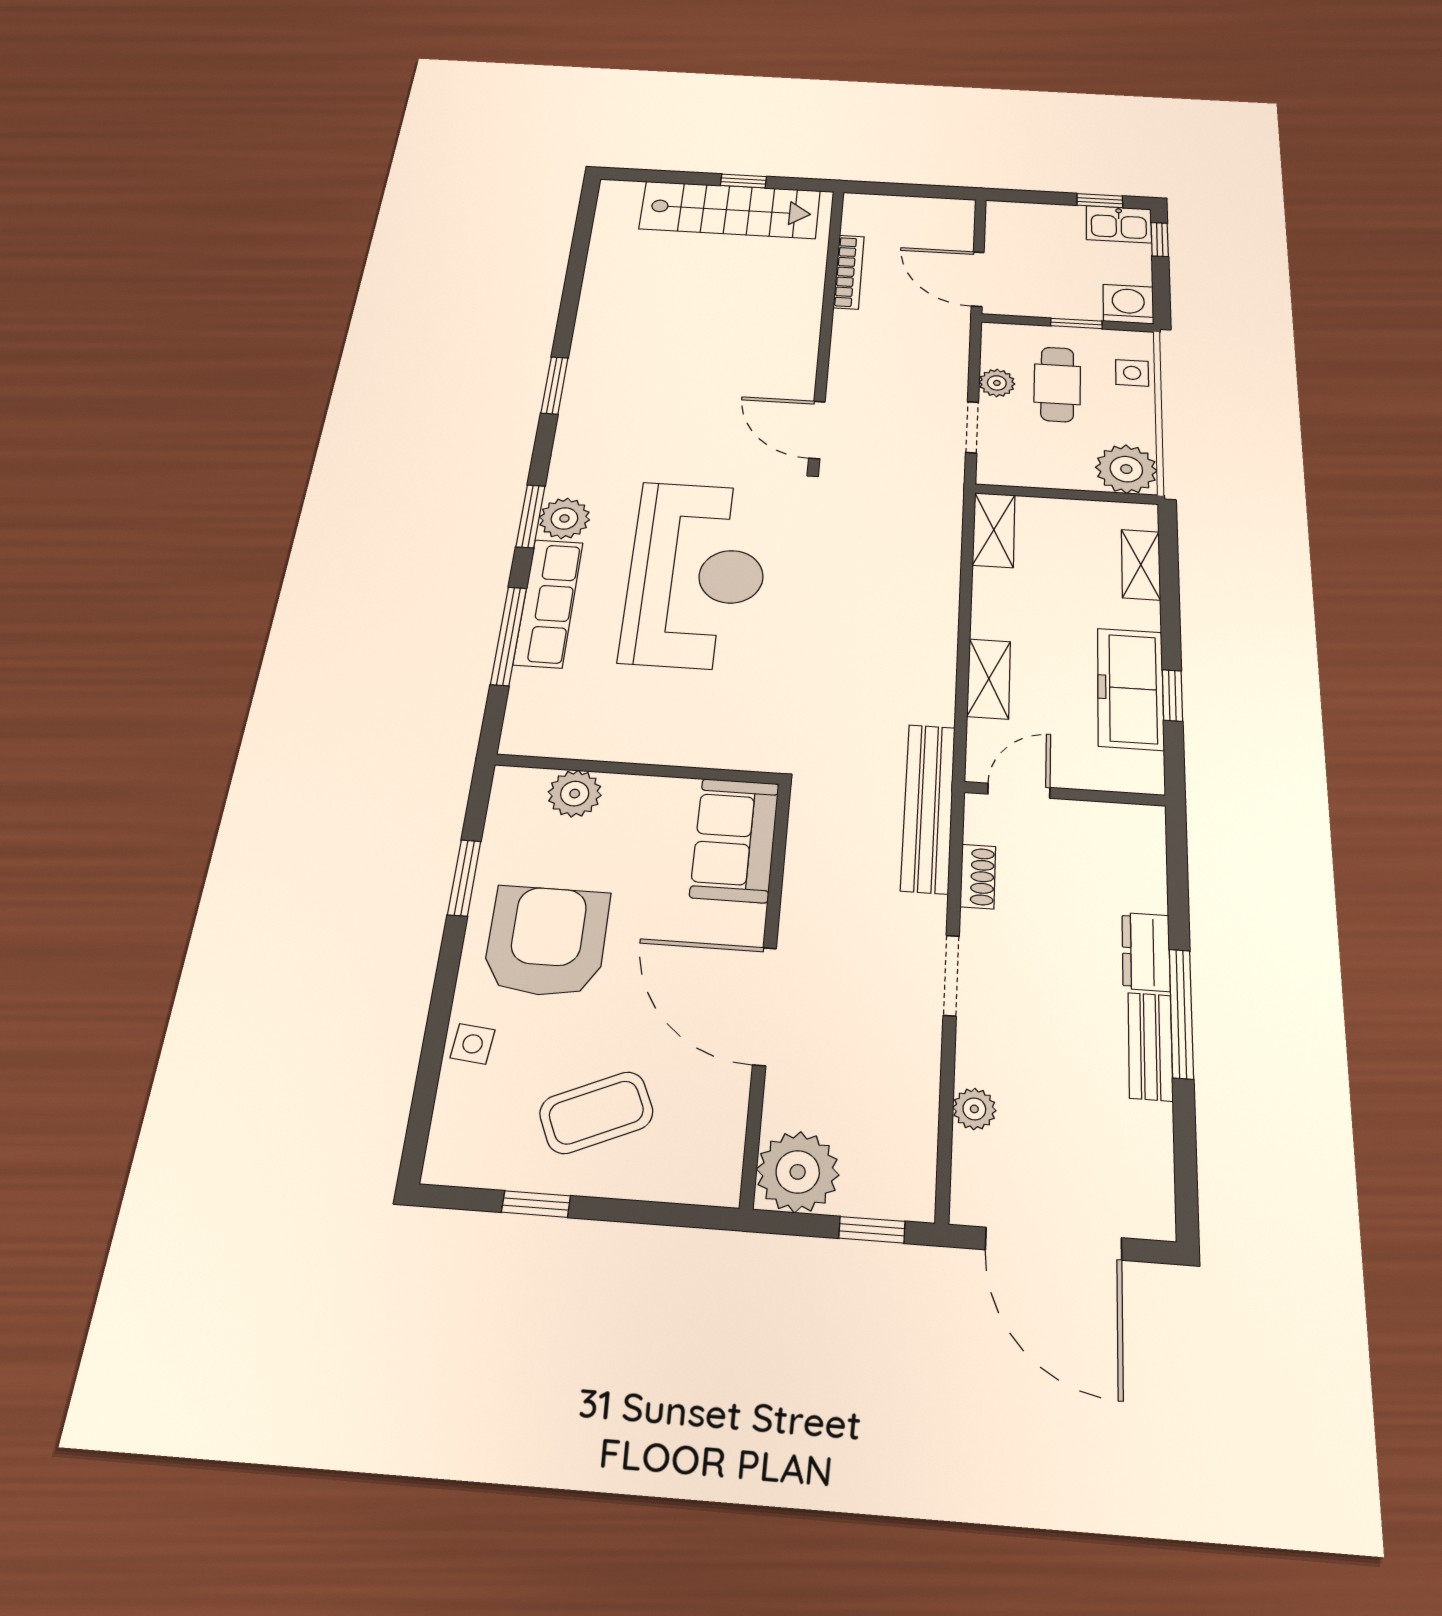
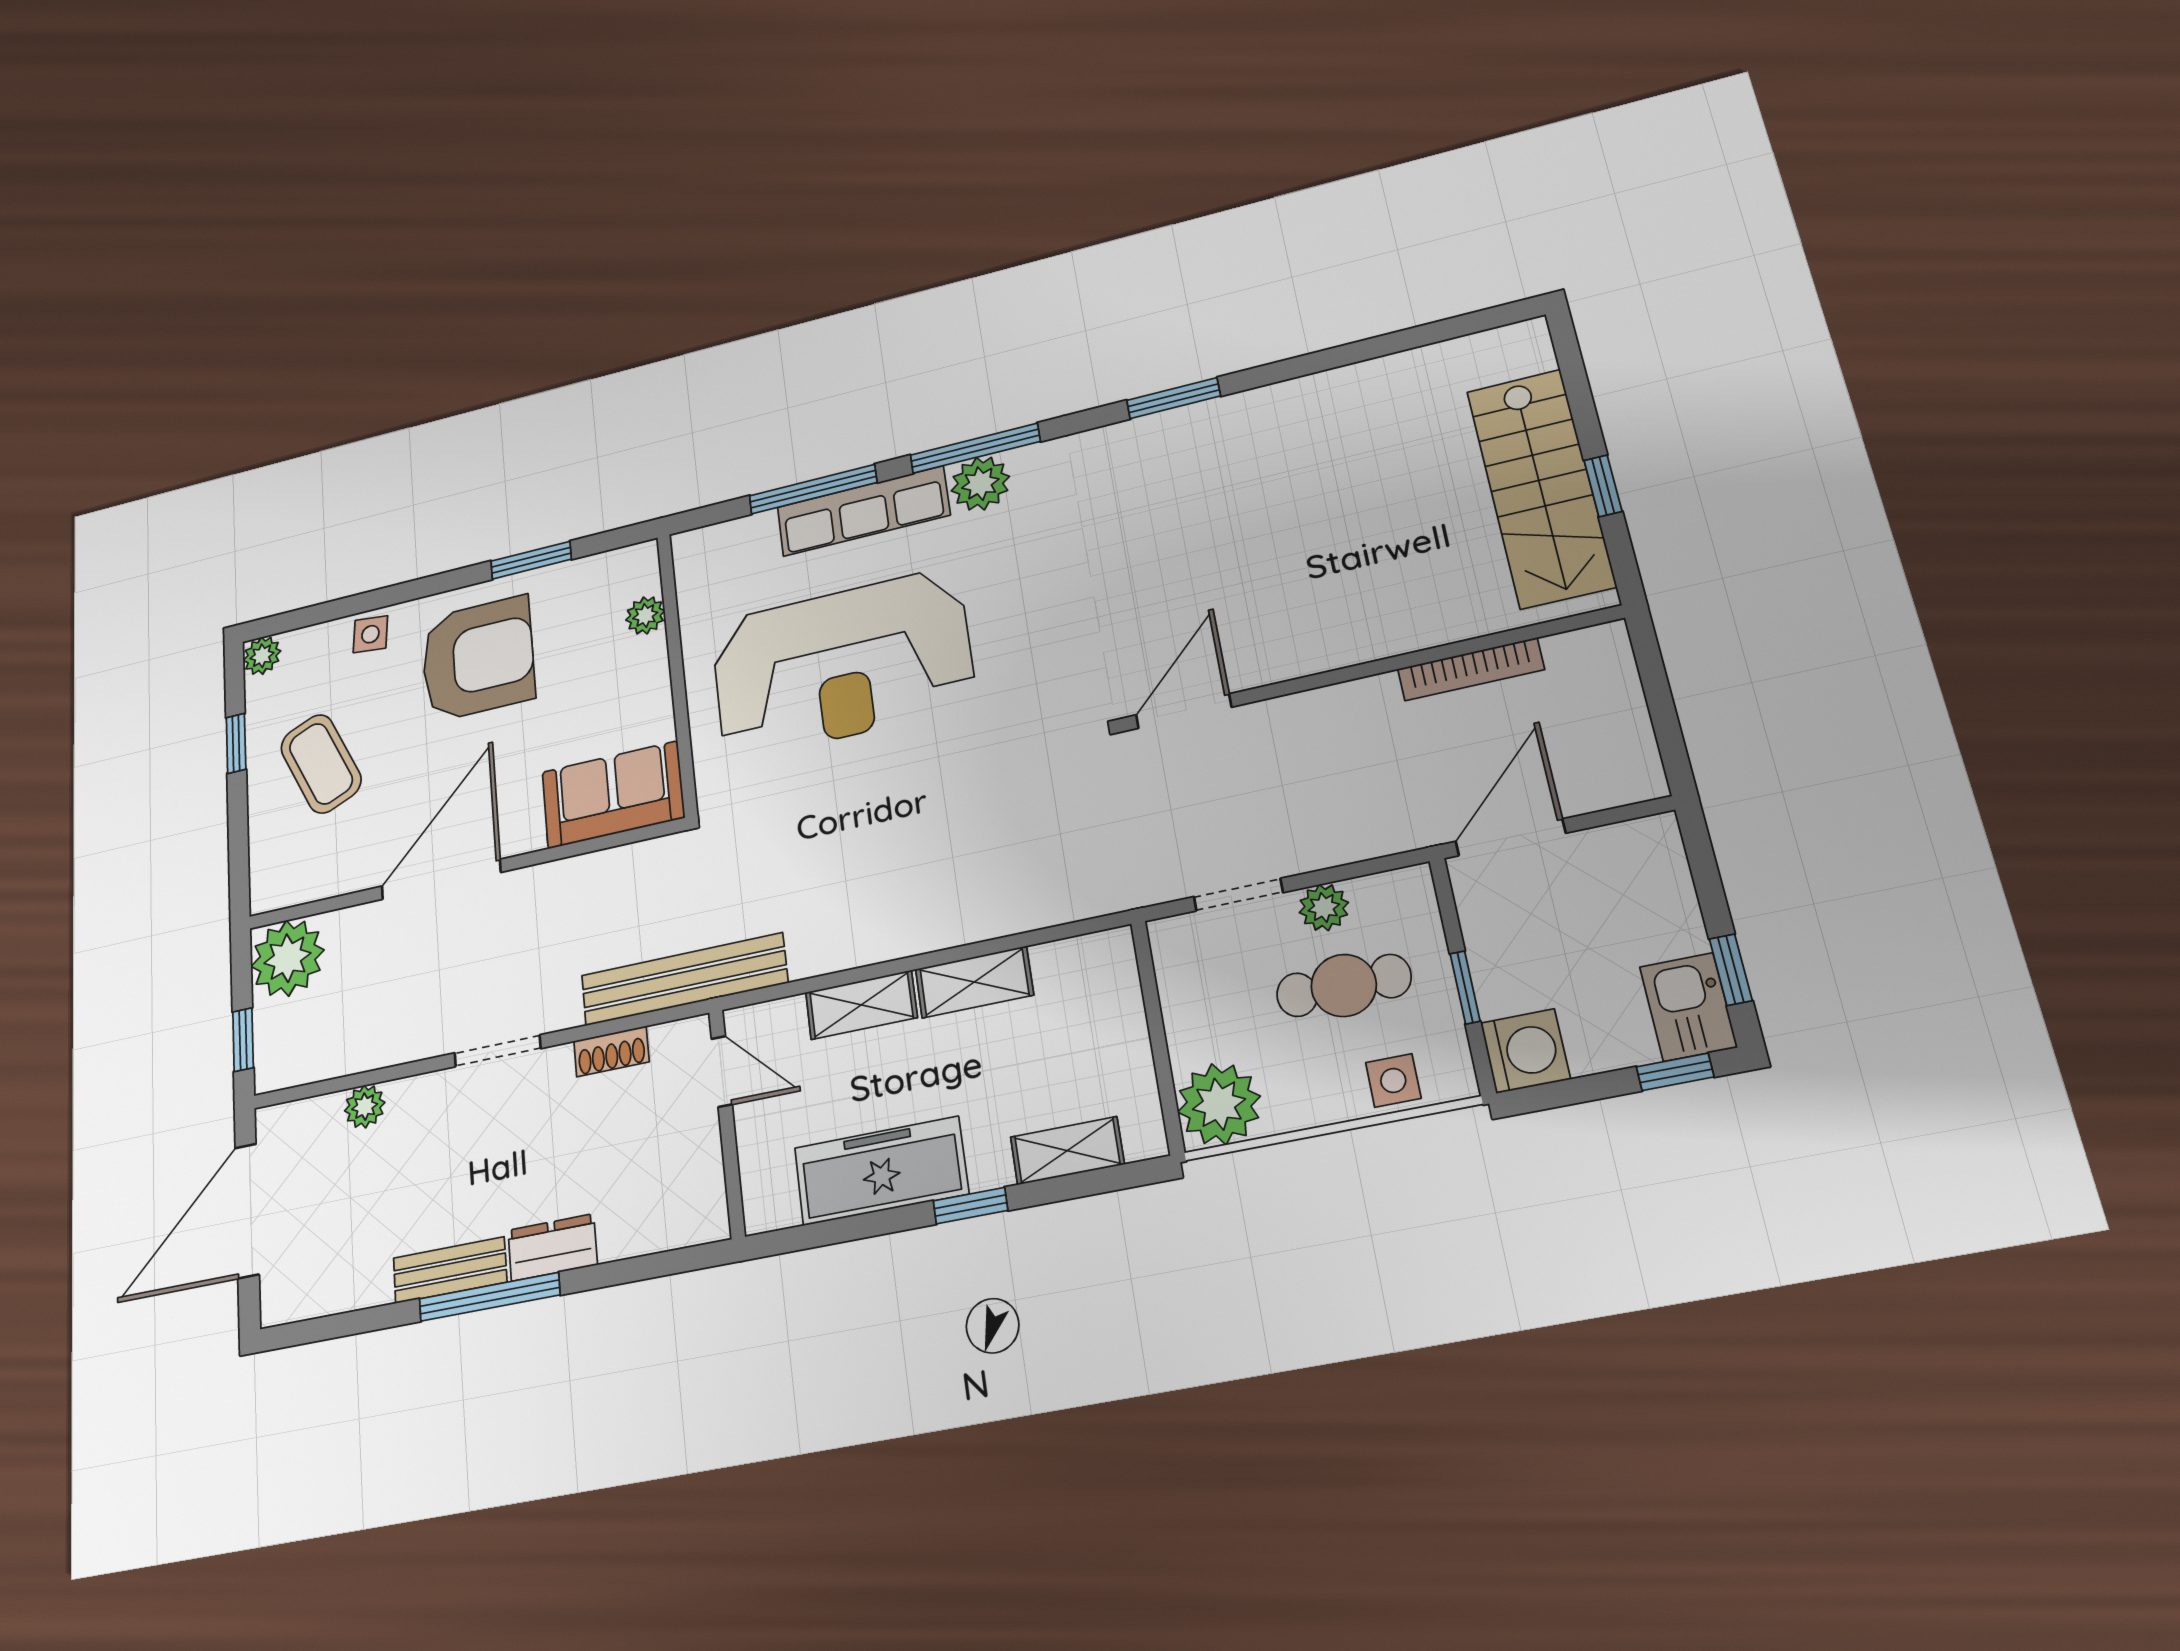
window: (531, 516) -> (975, 448), width x1.44
shelving: (994, 530) -> (974, 982), moved
reception desk: (697, 575) -> (842, 664), moved
window: (1172, 695) -> (970, 1206), moved
plant: (575, 794) -> (645, 615), width x0.73, depth x0.73
plant: (445, 1164) -> (262, 656), added

